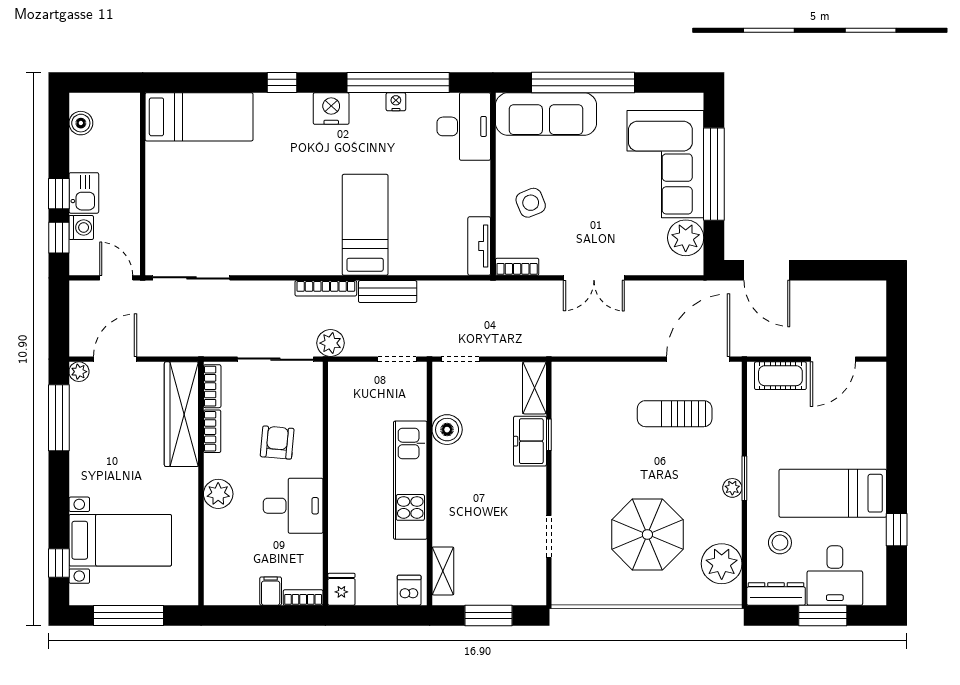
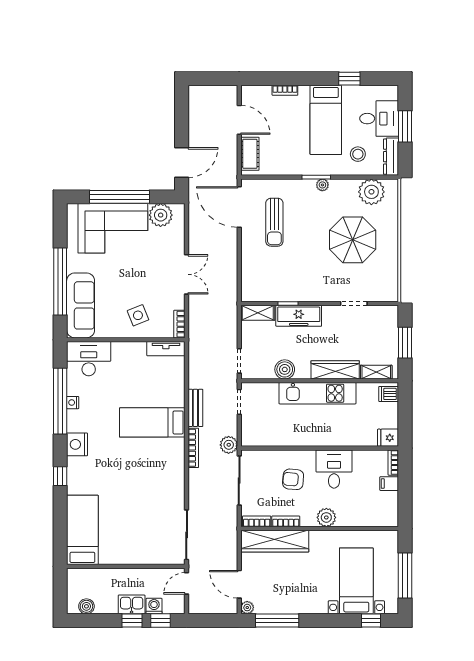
bookcase: (879, 430) -> (285, 90), added
freezer: (530, 441) -> (299, 316), width x1.40
wardrobe: (446, 508) -> (335, 370), added

